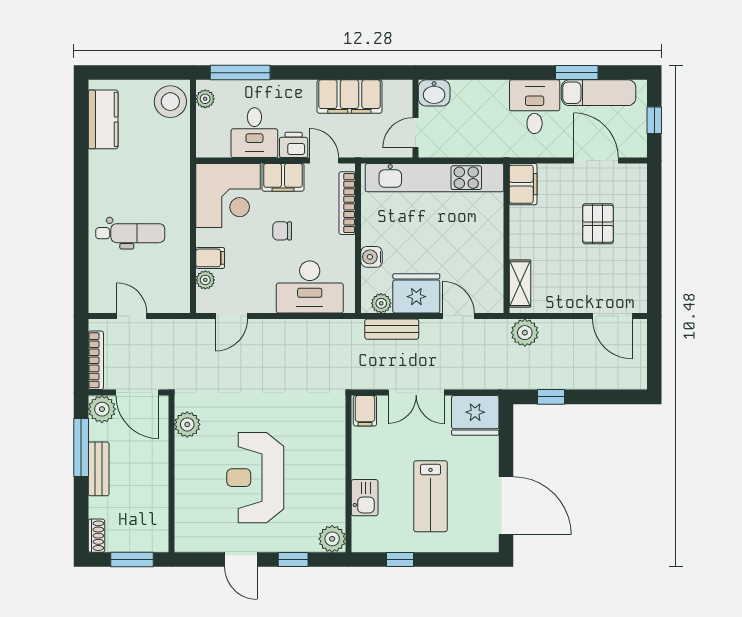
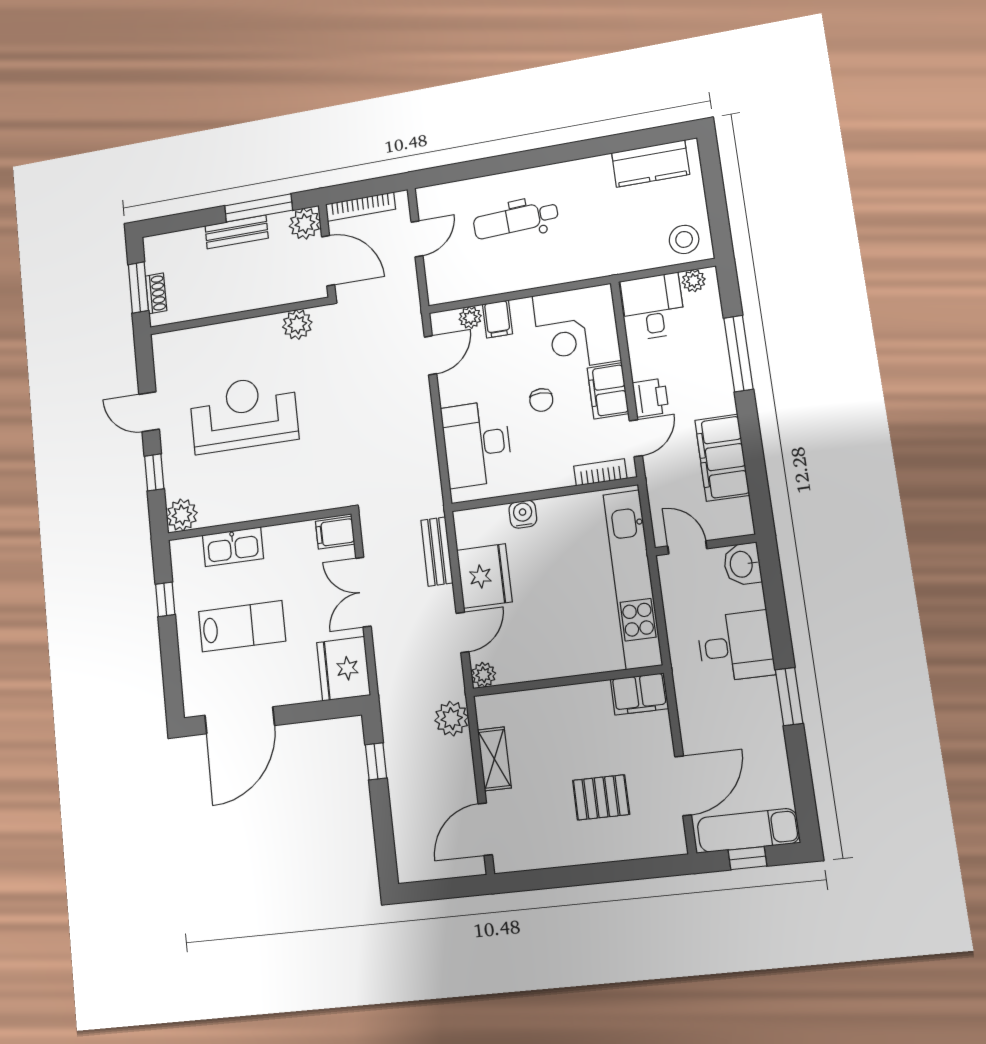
window: (240, 73) -> (738, 353), moved
window: (577, 73) -> (789, 697), moved
exam couch: (599, 93) -> (748, 830), moved, turned 90
stool: (170, 102) -> (684, 239), width x0.73, depth x0.73
desk: (535, 107) -> (736, 646), moved
desk: (254, 133) -> (653, 307), moved, turned 90
bookcase: (347, 203) -> (600, 472), width x0.64
chair: (282, 231) -> (541, 400), turned 180
dental chair: (130, 233) -> (516, 220), turned 87
shelving: (520, 284) -> (494, 759), moved, turned 90
plant: (381, 303) -> (483, 675), moved
door: (231, 316) -> (430, 355), swing flipped
door: (137, 393) -> (328, 261), swing flipped
lab bench: (431, 496) -> (242, 626), turned 180
kitchen sink: (365, 498) -> (233, 547), width x1.38
shoe rack: (96, 536) -> (156, 293), moved, turned -90
door: (241, 560) -> (149, 412), hinge flipped

